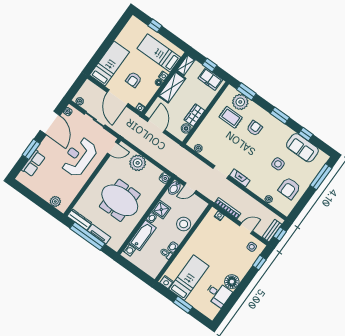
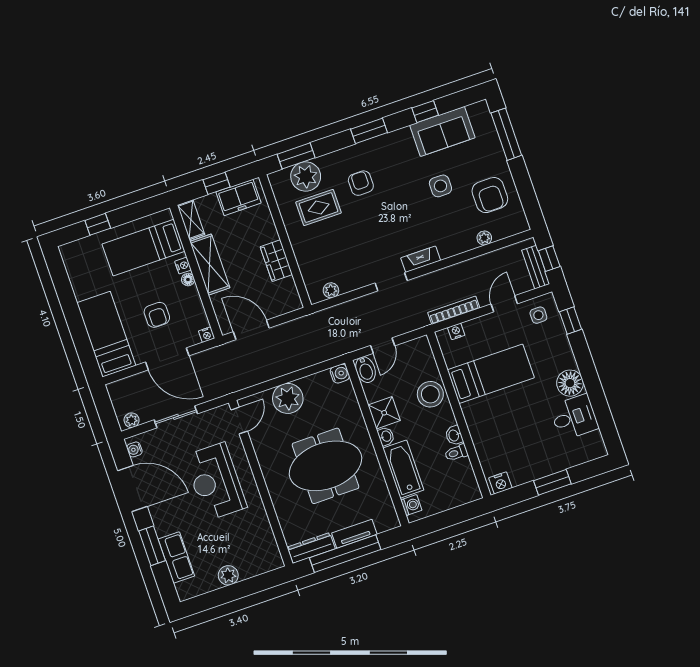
boiler: (186, 128) -> (288, 288), removed
plant: (55, 201) -> (228, 575), moved
bed: (189, 278) -> (491, 374), moved, turned 90

